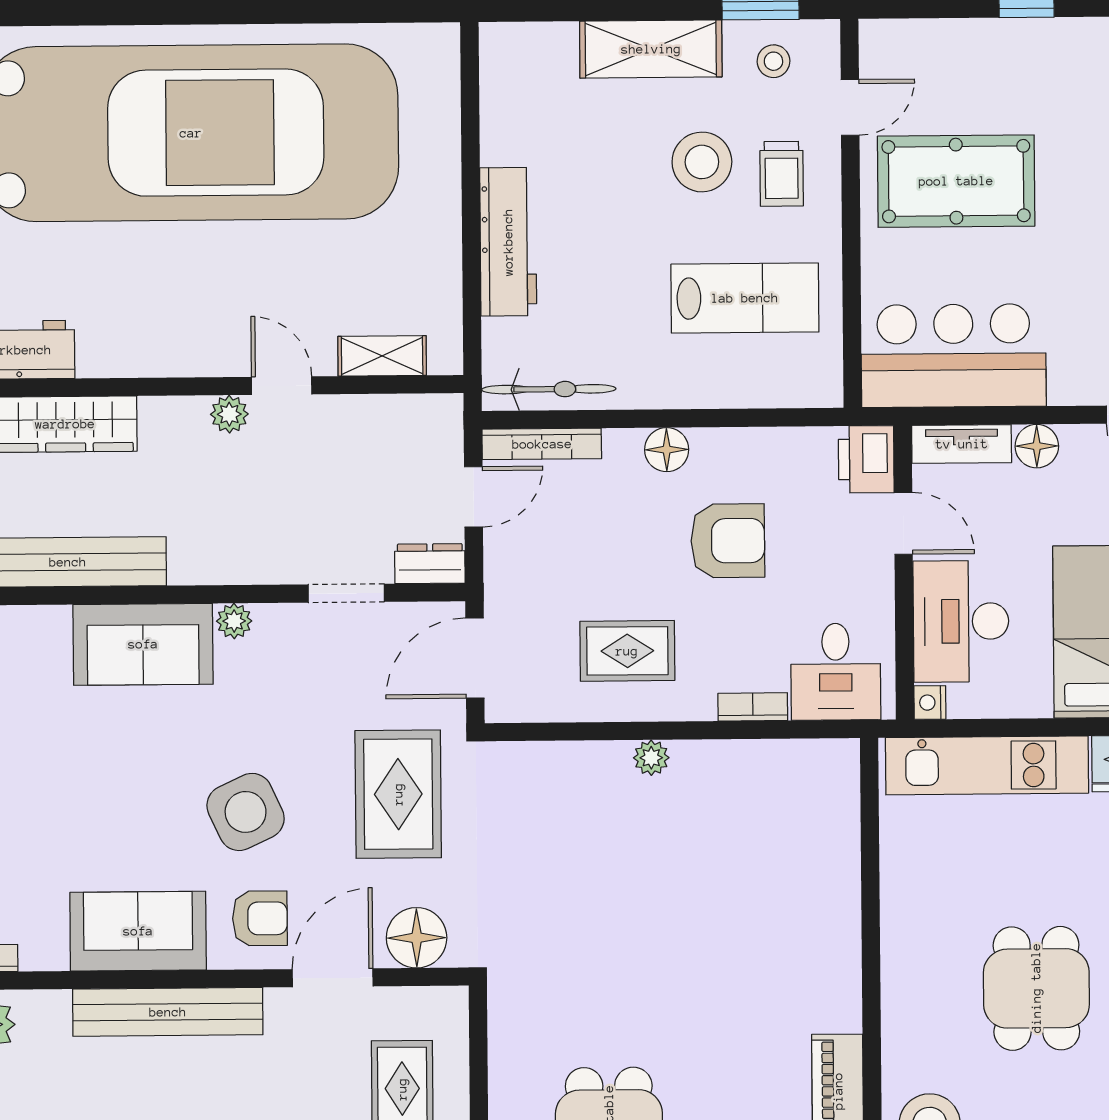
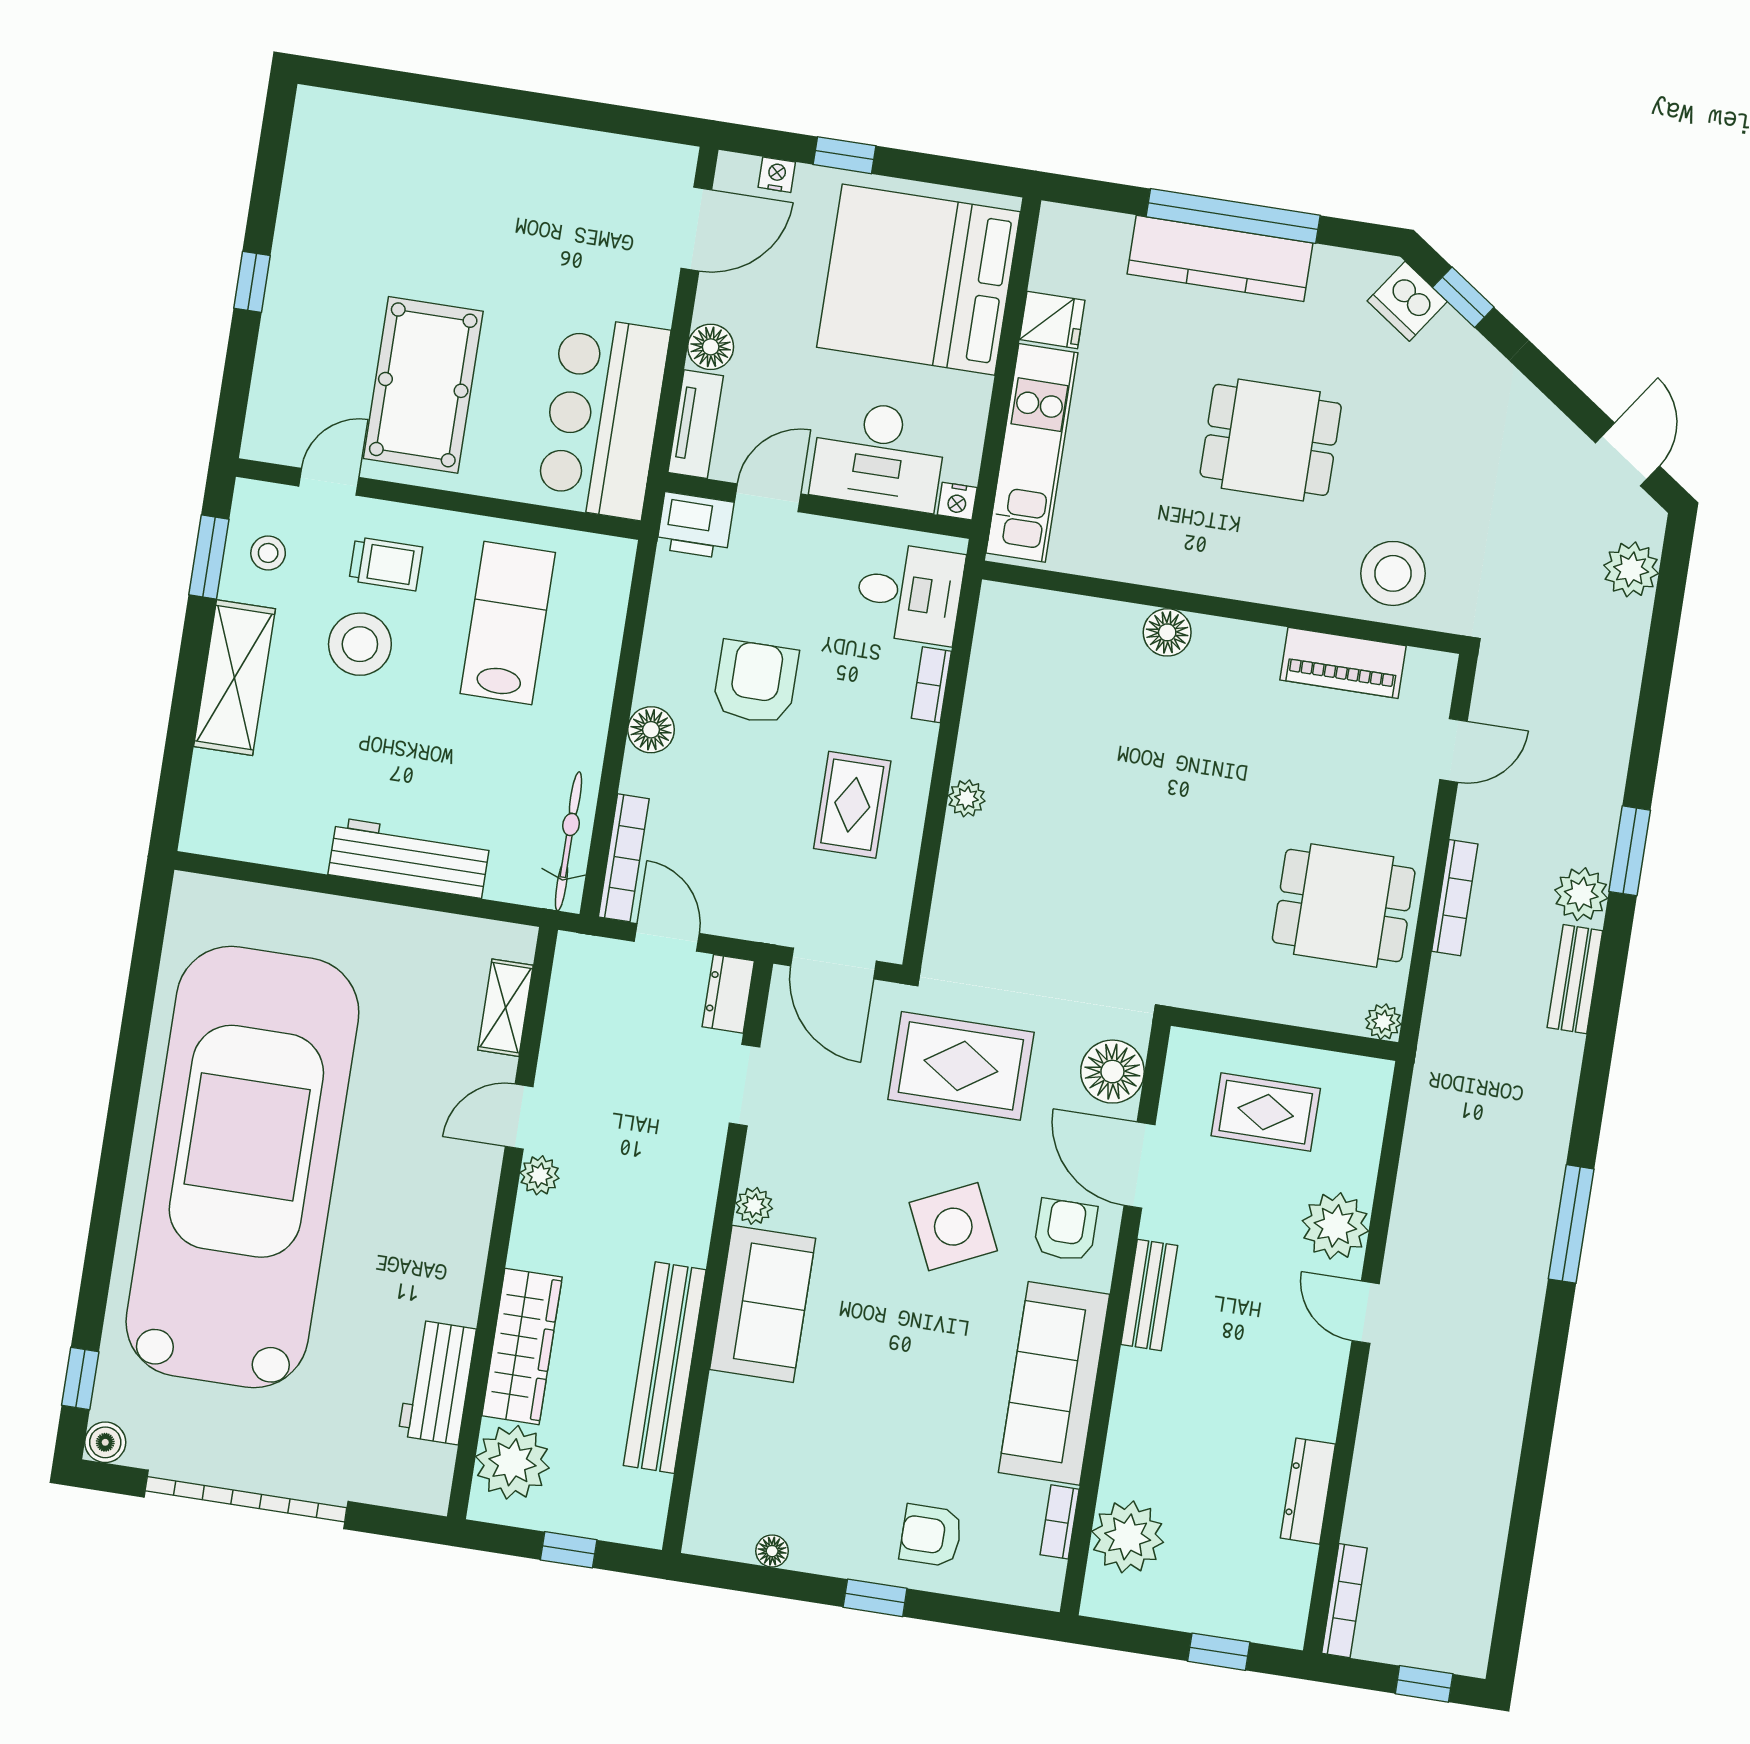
door: (850, 107) -> (329, 482), hinge flipped
floor lamp: (839, 921) -> (1167, 632), added
sofa: (138, 931) -> (1054, 1383), width x1.36
bench: (168, 1012) -> (1149, 1295), width x0.54, depth x0.82

